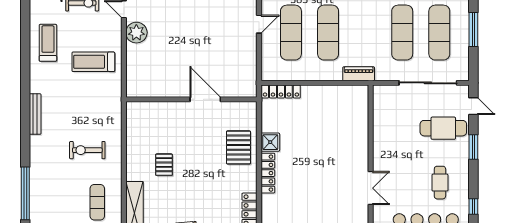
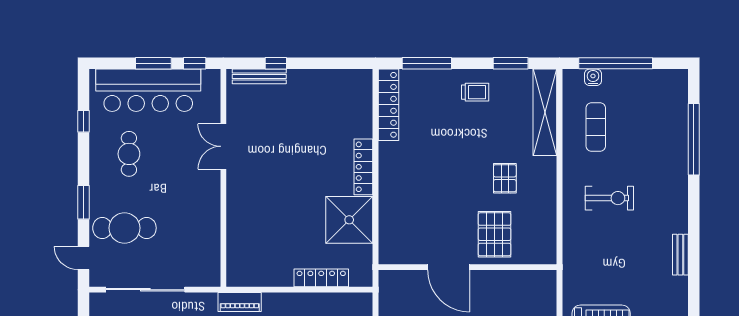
locker: (281, 92) -> (321, 278), moved
bench: (35, 114) -> (680, 255), width x0.73
shower: (270, 142) -> (349, 220), width x1.86, depth x1.86
pallet: (238, 147) -> (495, 234), moved

